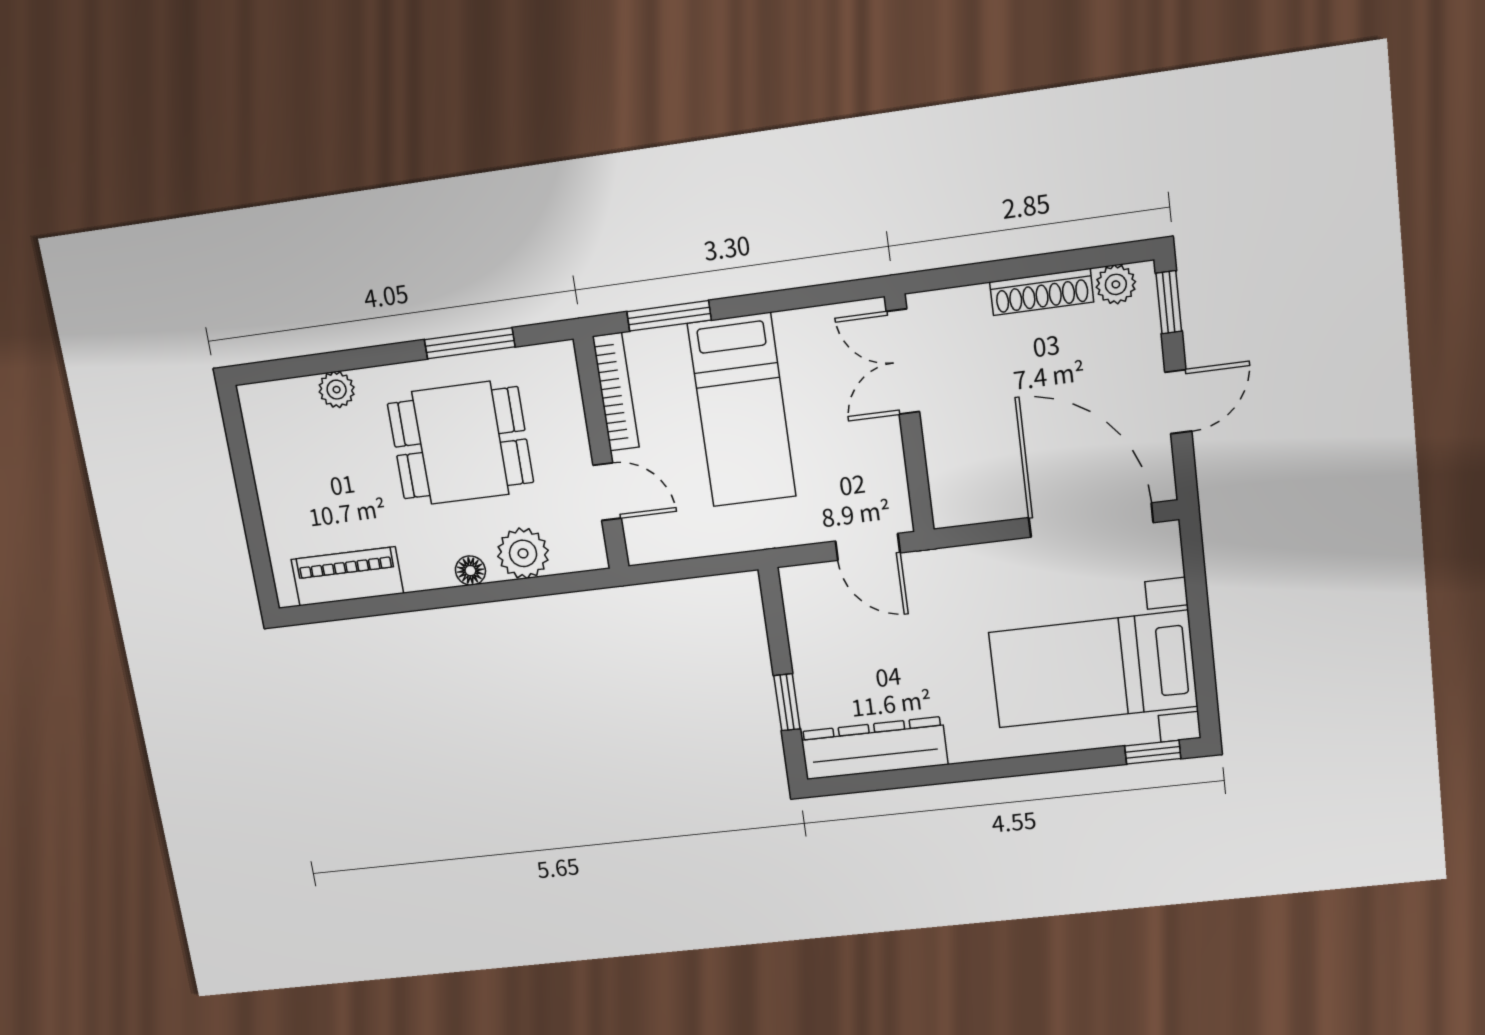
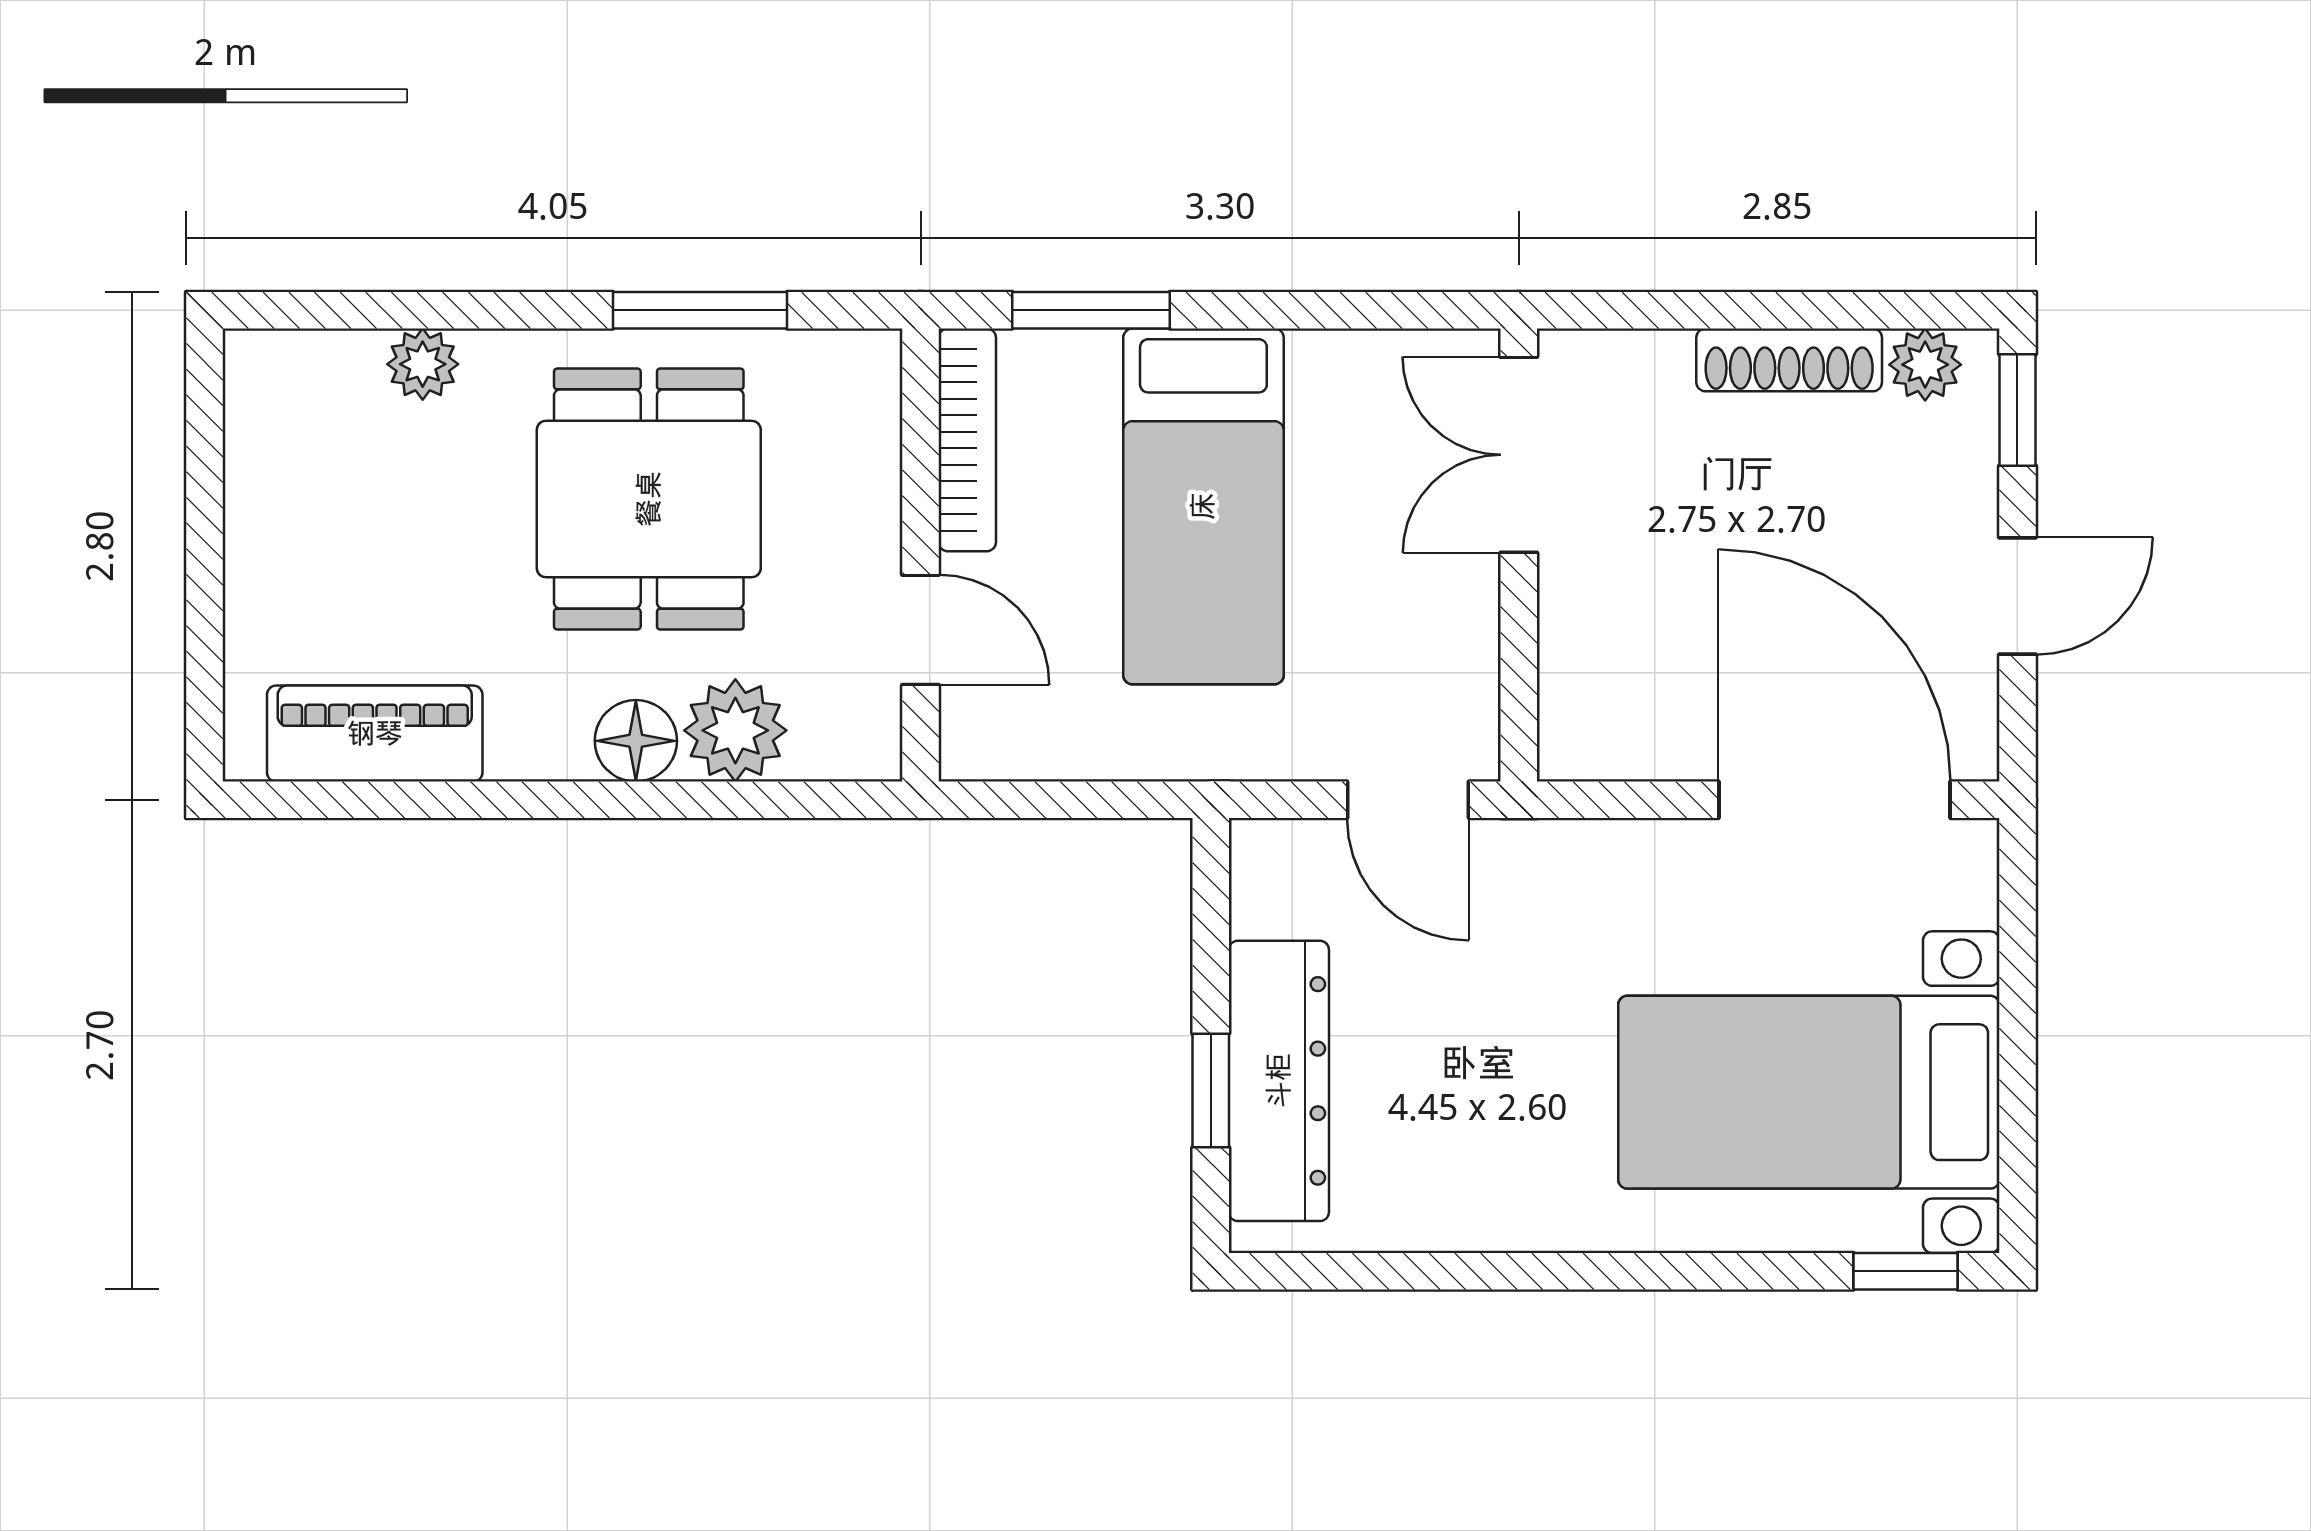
dining table: (461, 443) -> (649, 499), turned 90
floor lamp: (470, 571) -> (636, 741), width x1.37, depth x1.37
dresser: (874, 748) -> (1279, 1081), moved, turned 90

